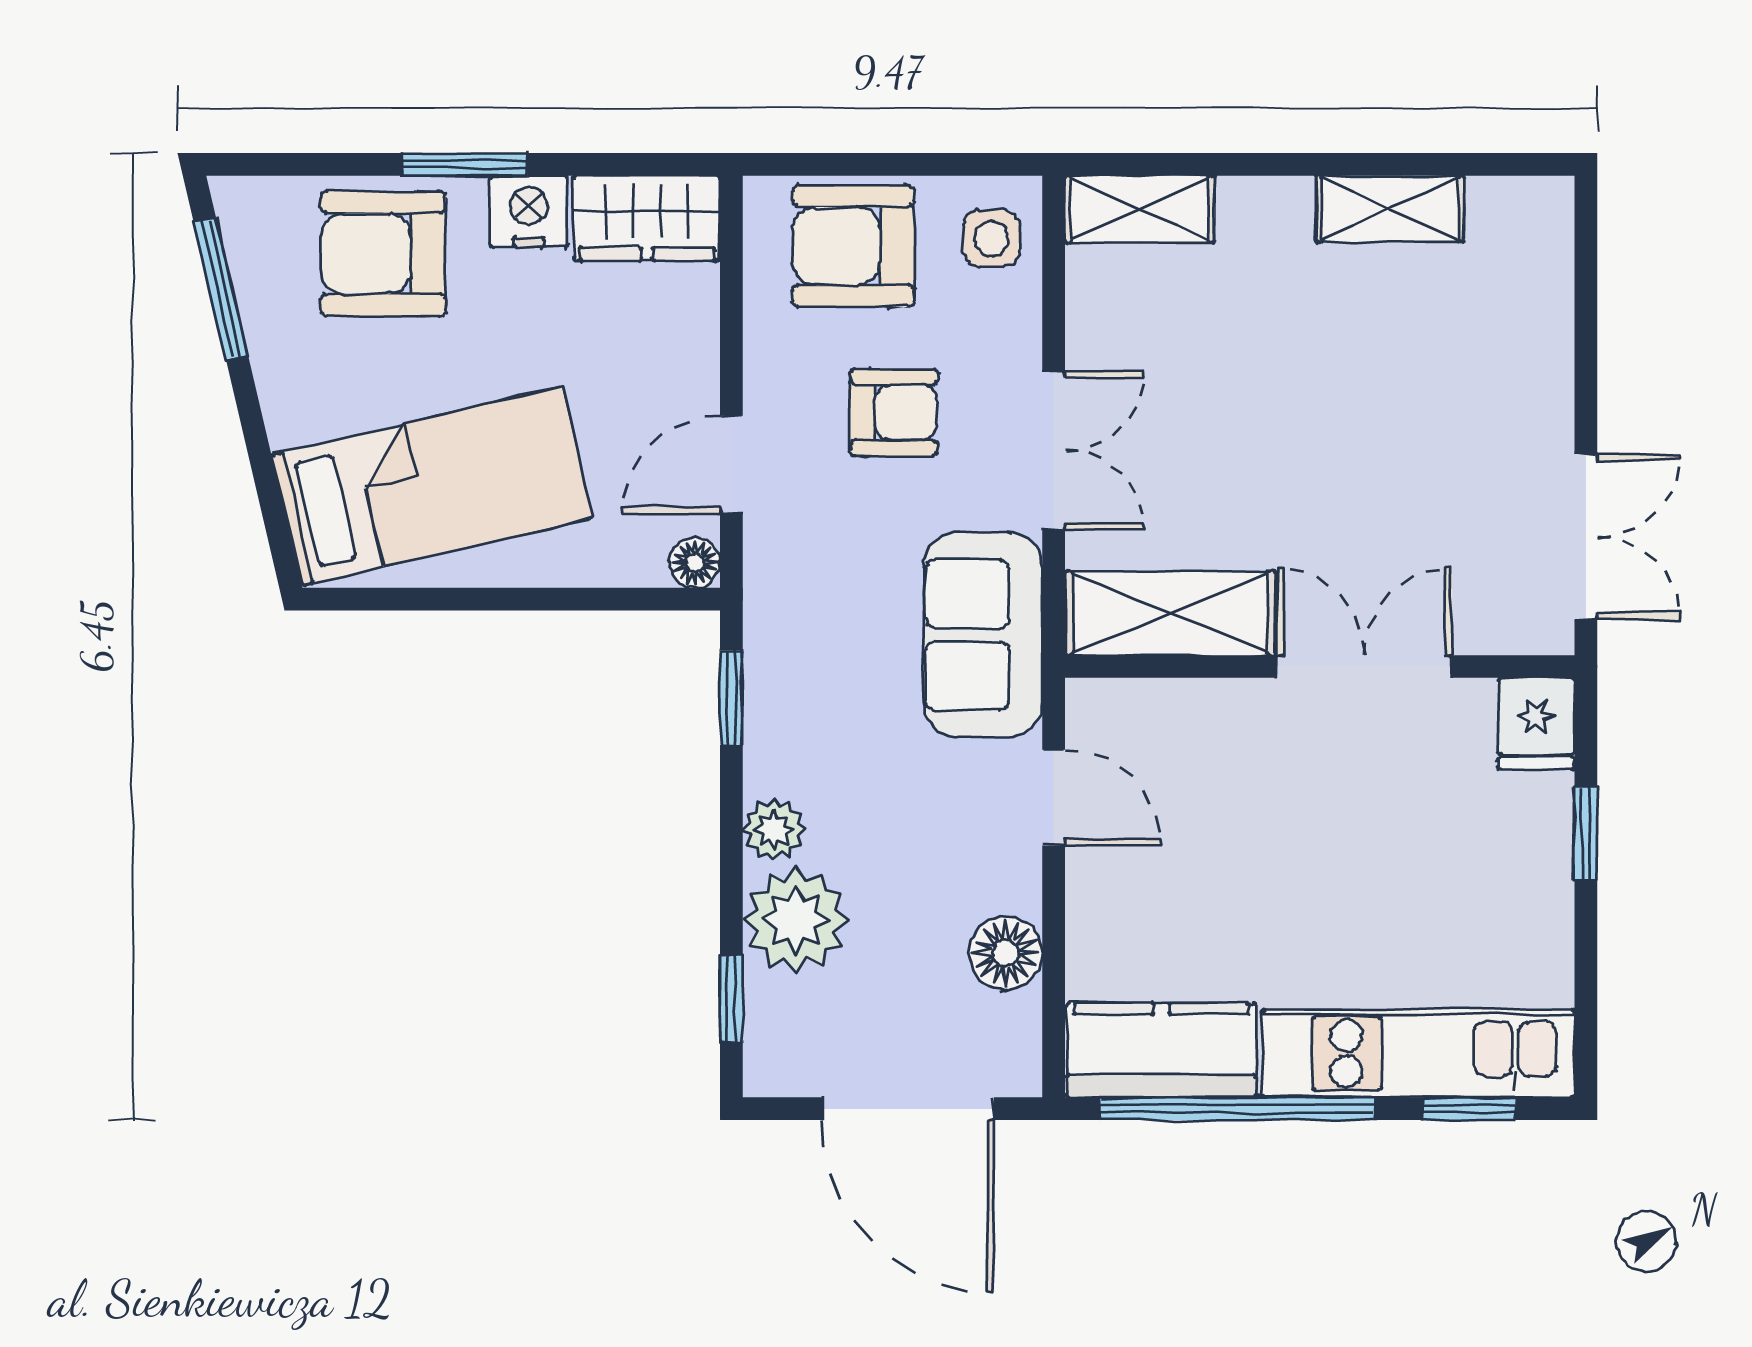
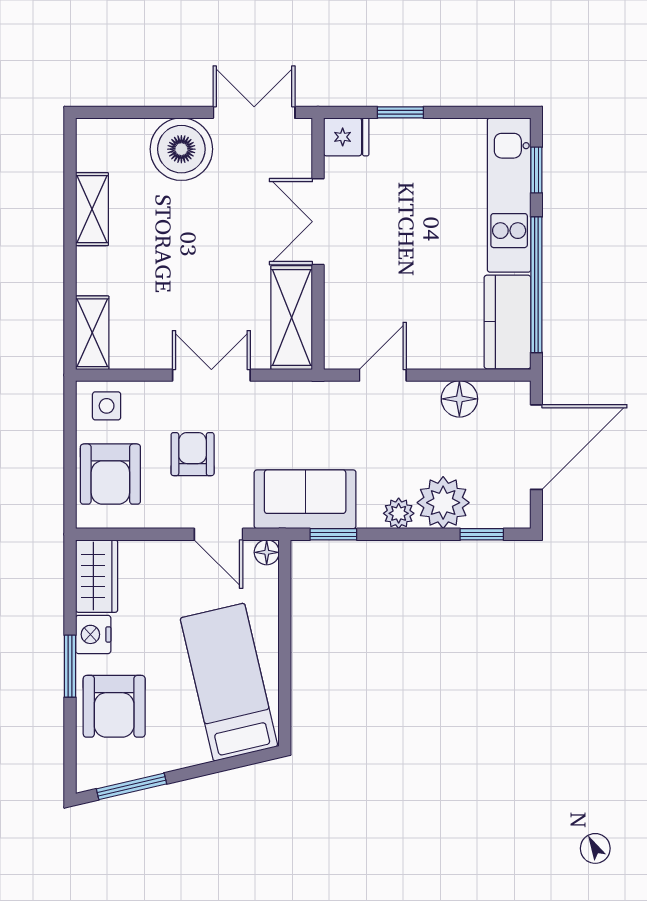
boiler: (1511, 390) -> (181, 149), added
sofa: (983, 635) -> (305, 499), moved, turned 180

